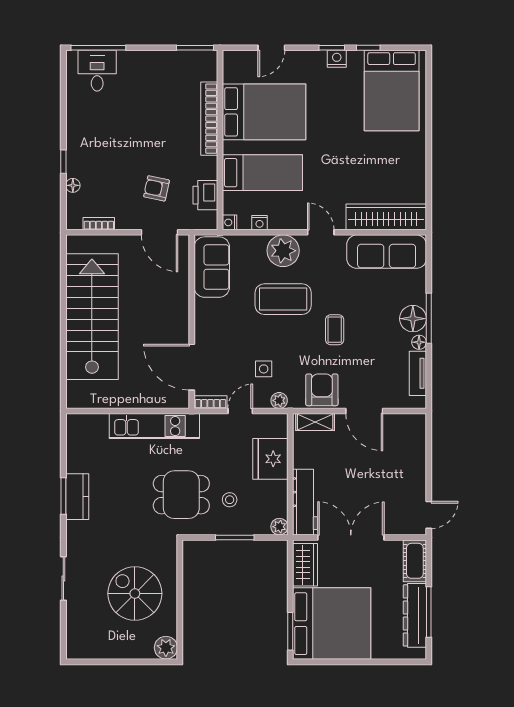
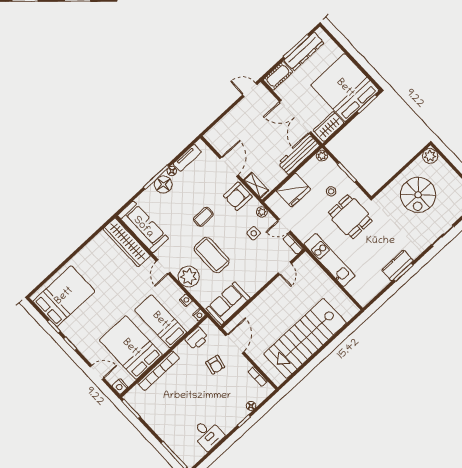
nightstand: (337, 59) -> (120, 387), moved
desk: (97, 71) -> (208, 434), moved, turned -90
door: (192, 367) -> (285, 268), width x0.53

